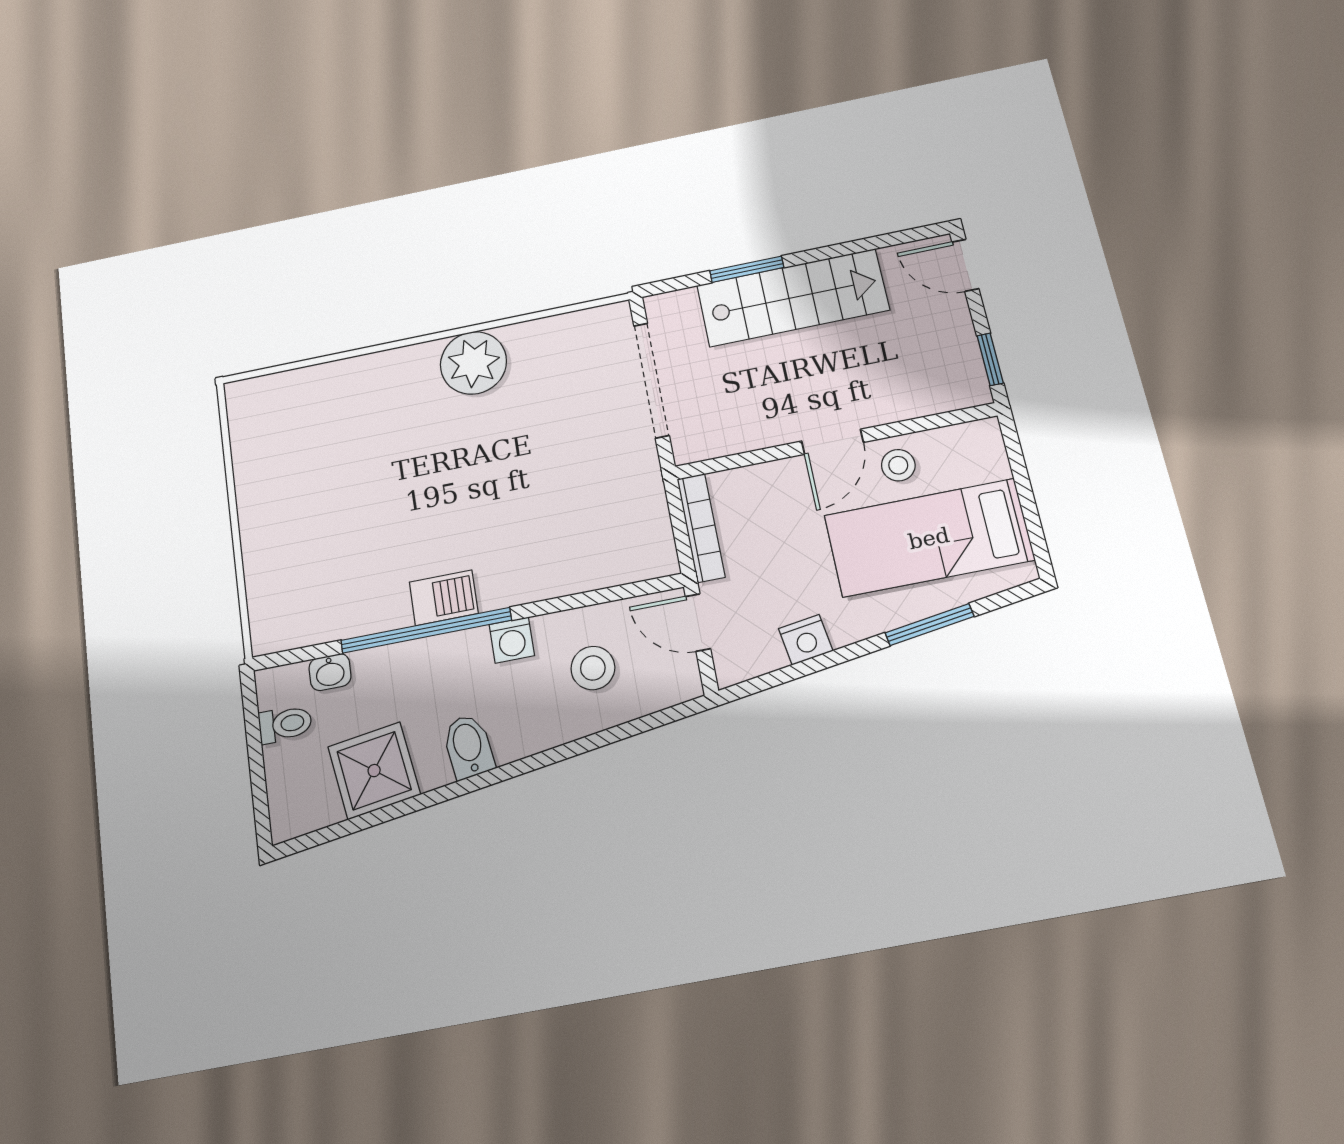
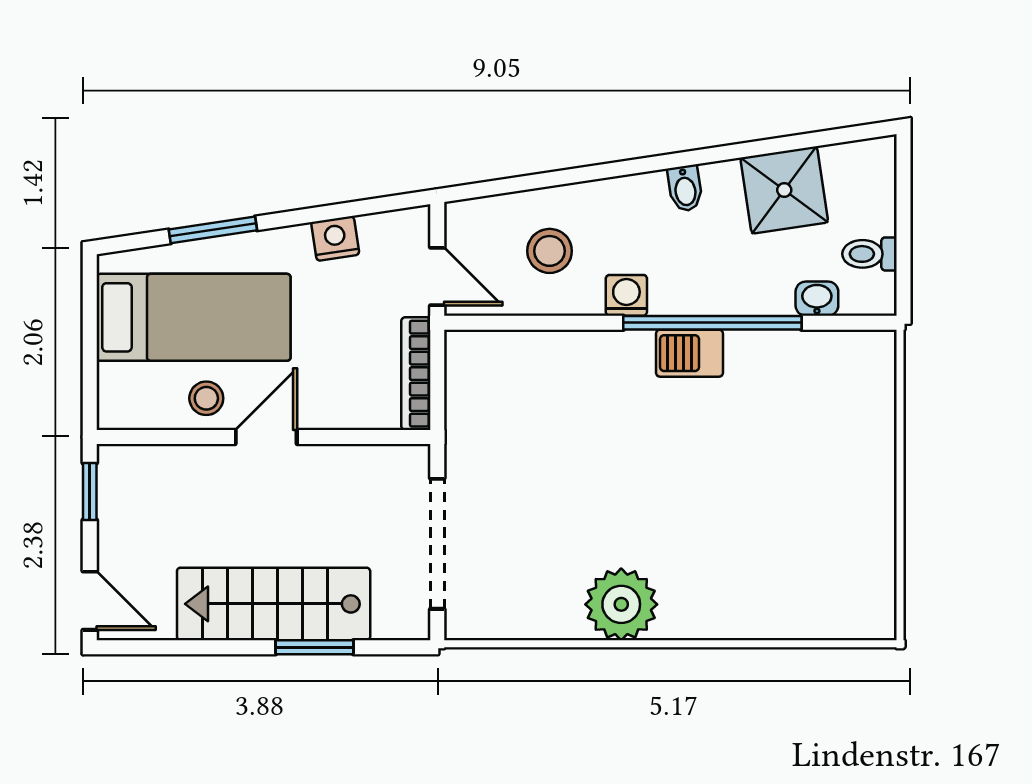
bidet: (468, 746) -> (685, 188), width x0.72, depth x0.74

